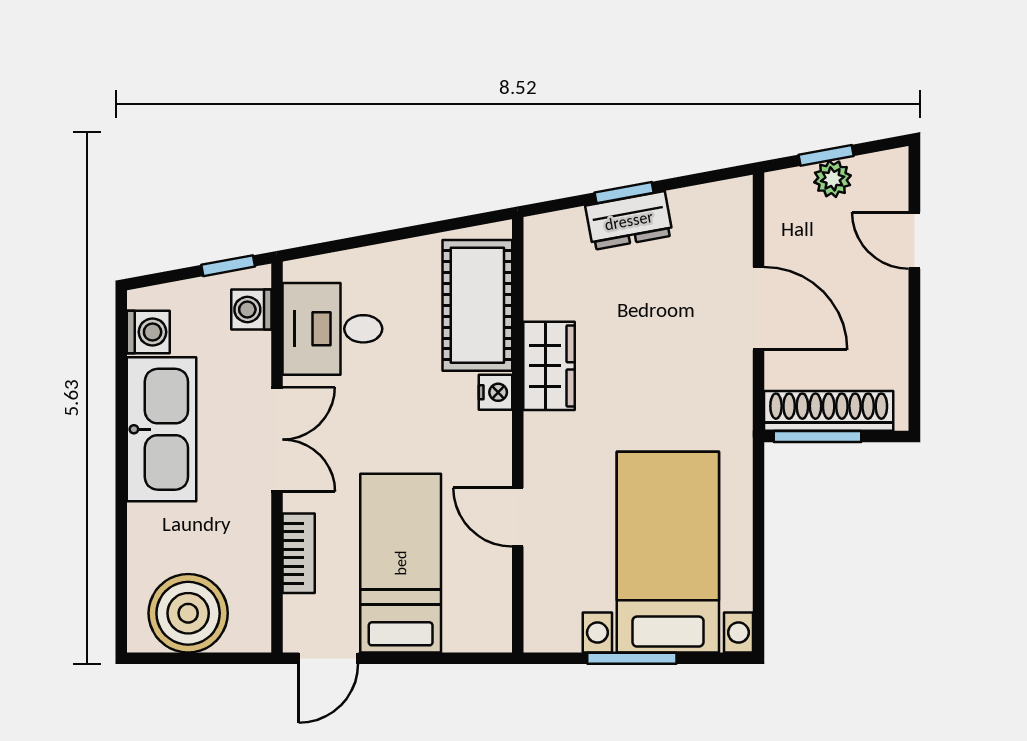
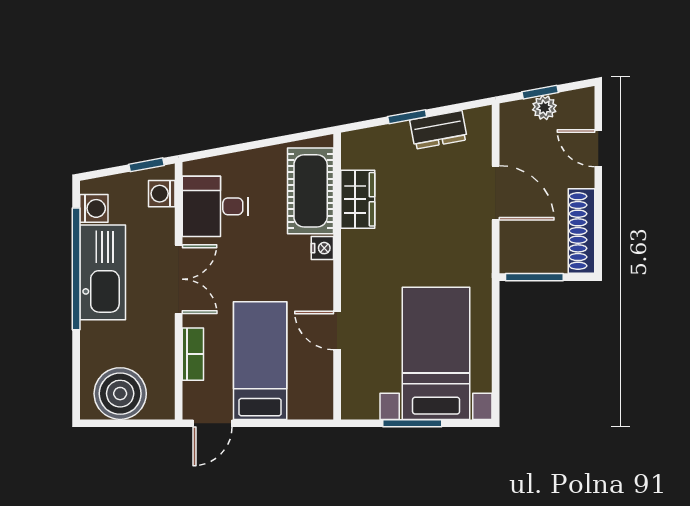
dresser: (629, 221) -> (438, 130), moved
wardrobe: (549, 366) -> (358, 199), moved
shoe rack: (829, 411) -> (581, 231), moved, turned -90
window: (121, 424) -> (76, 269), added

